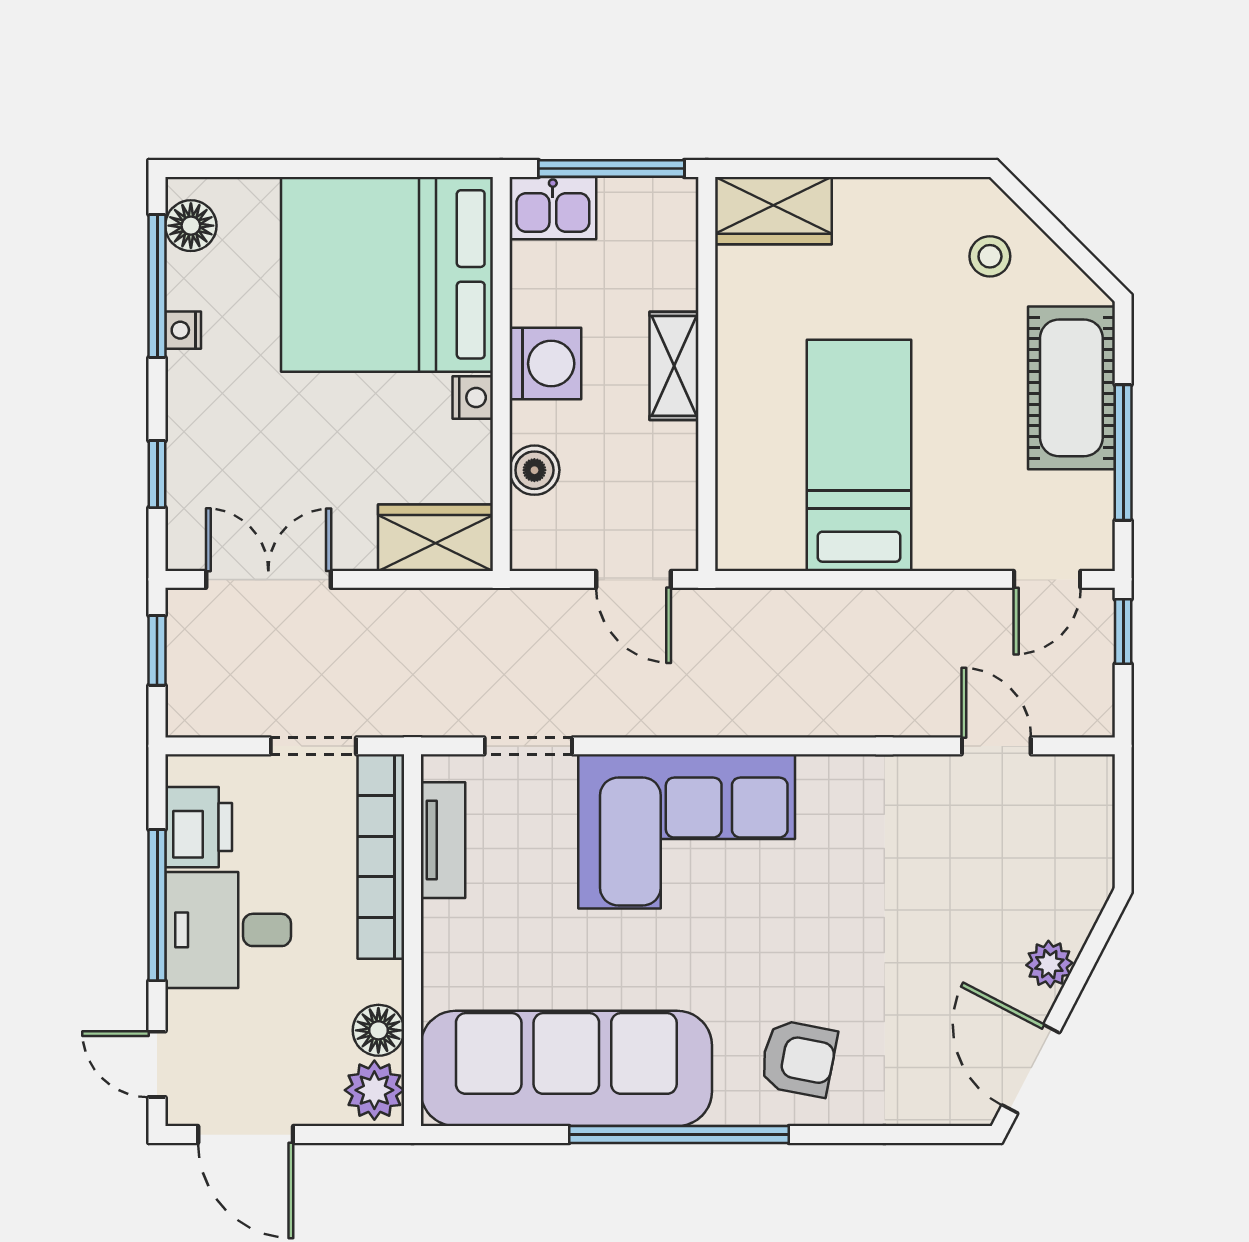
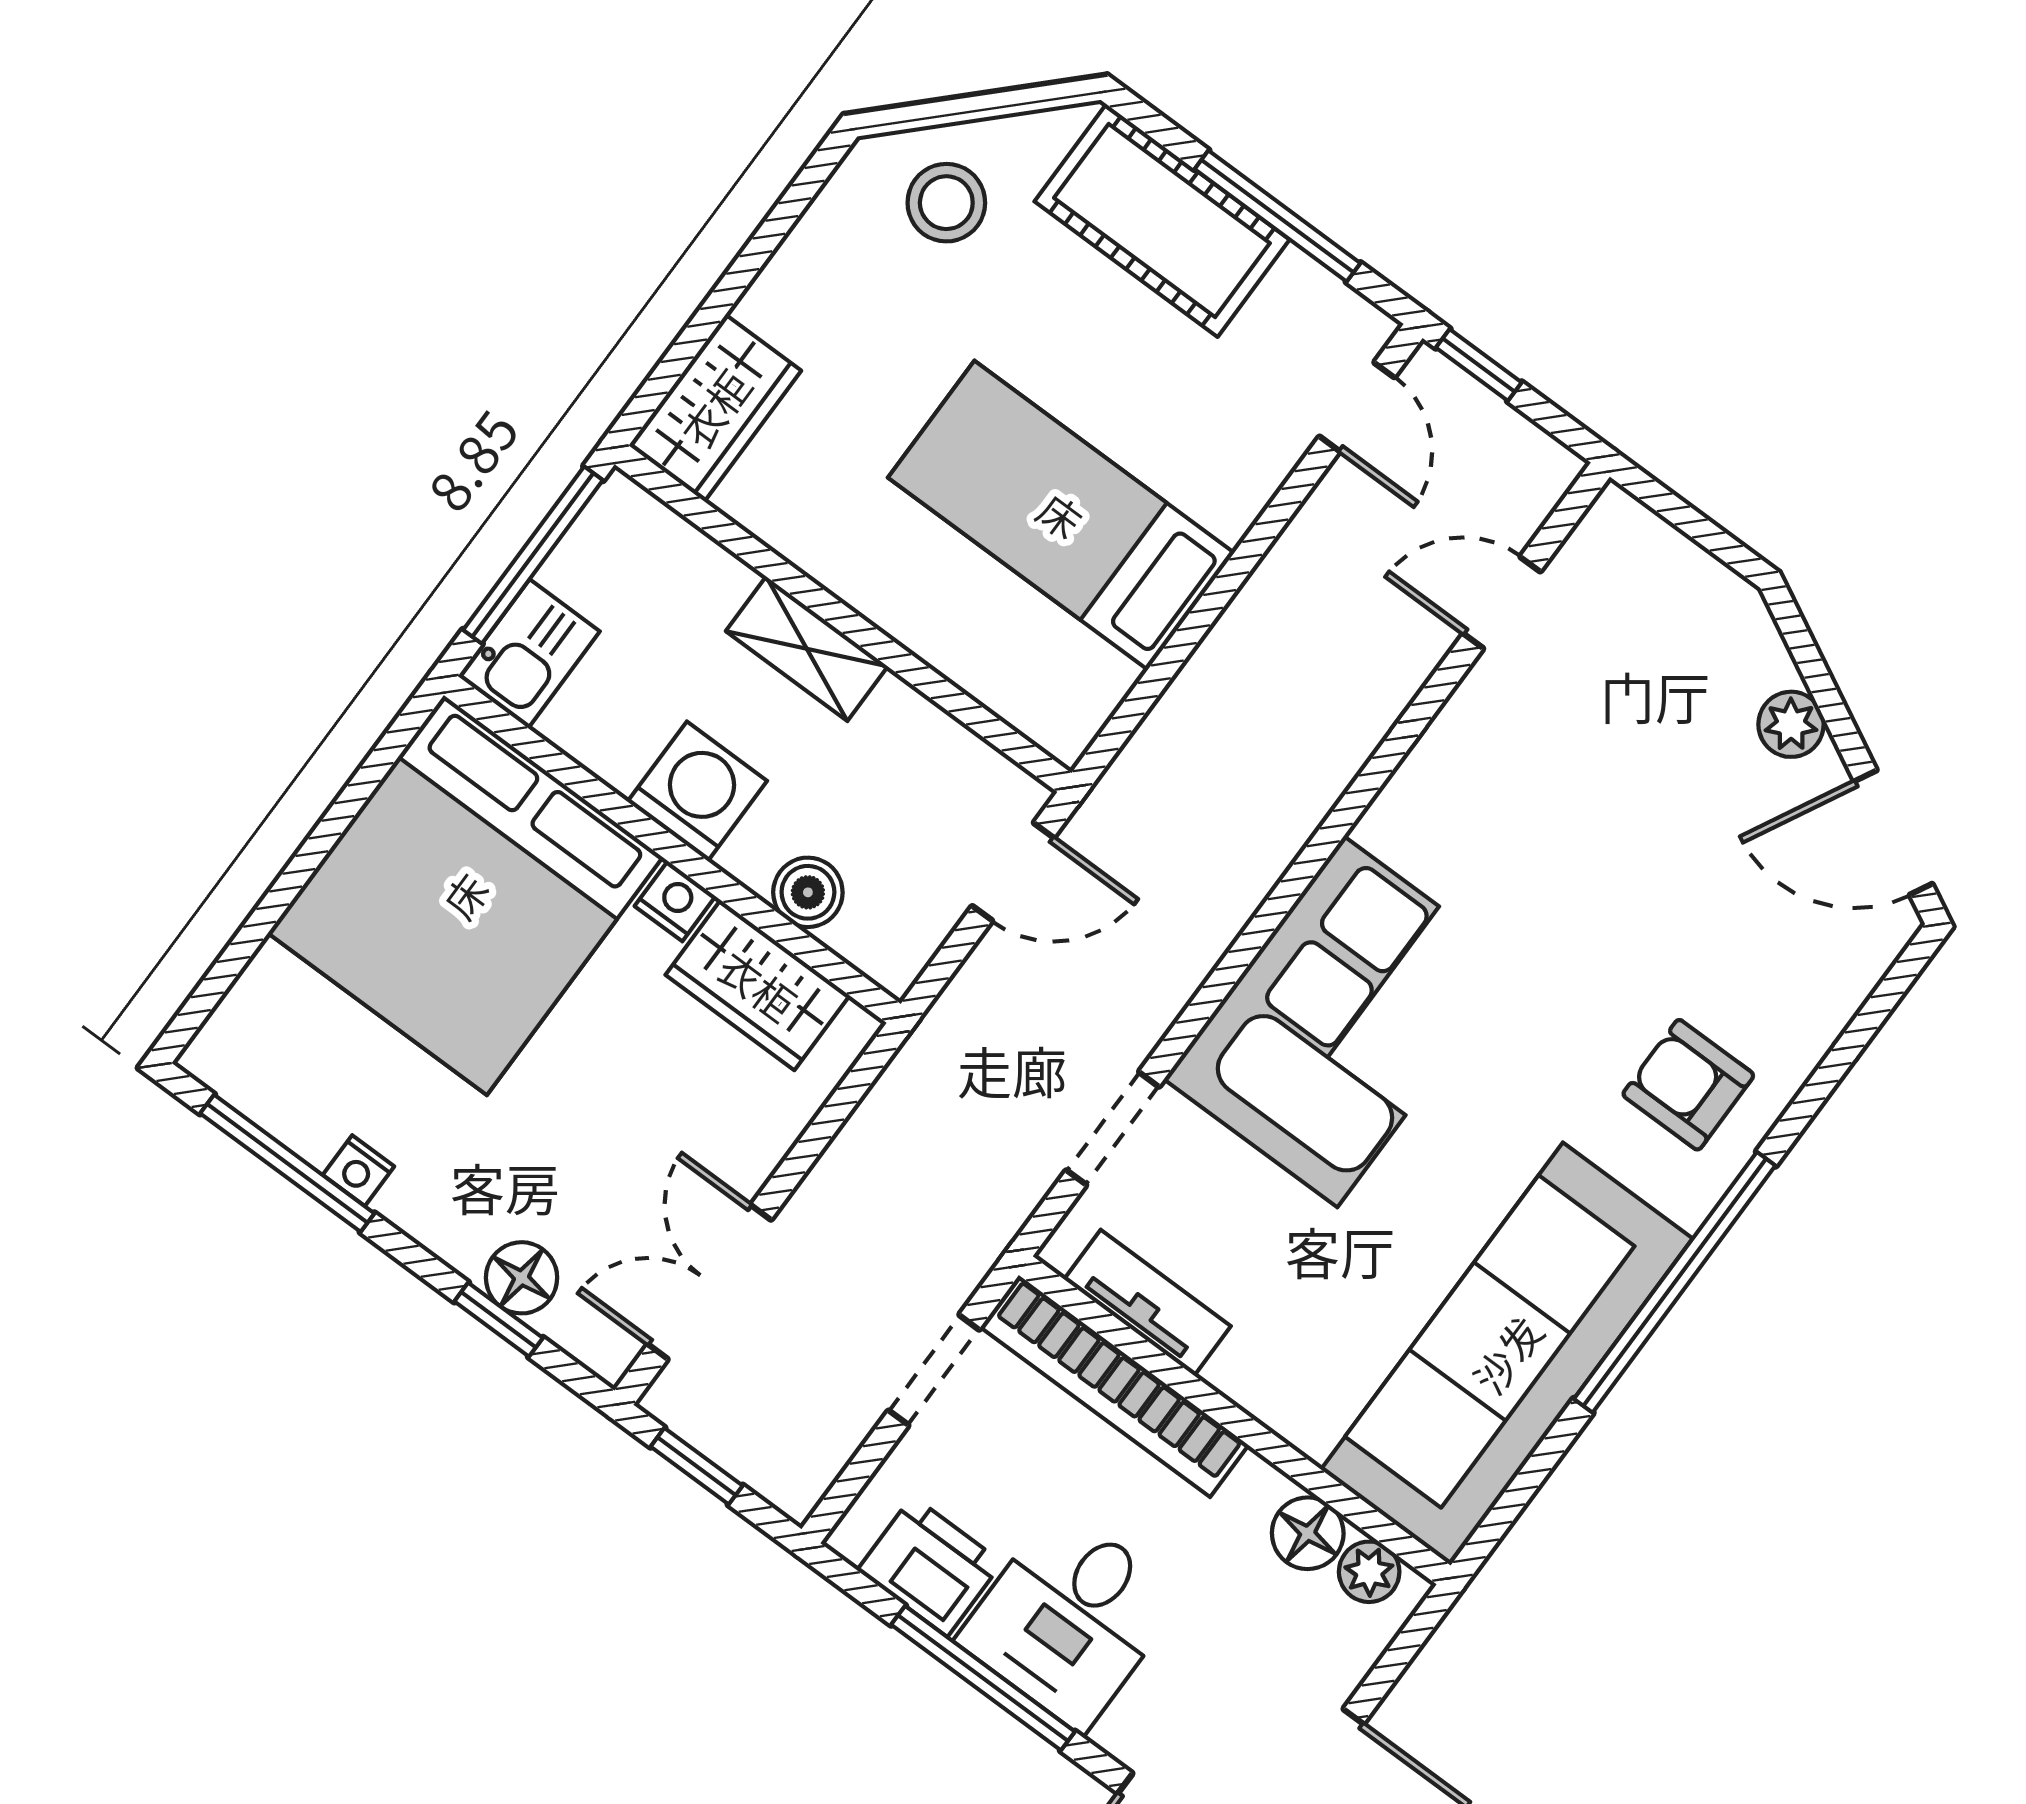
floor lamp: (191, 226) -> (522, 1278), moved
stool: (990, 256) -> (946, 203), width x1.37, depth x1.37
wardrobe: (435, 538) -> (758, 985), moved, turned -90
armchair: (798, 1058) -> (1688, 1085), turned -101
plant: (374, 1090) -> (1369, 1572), width x0.73, depth x0.73

